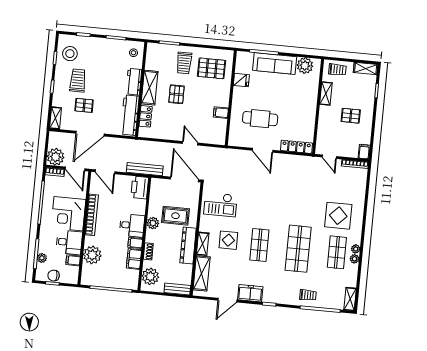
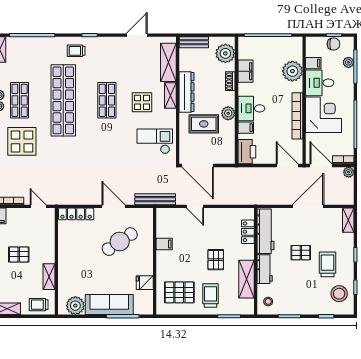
trolley: (78, 81) -> (327, 264), turned 180
shelving: (150, 88) -> (247, 279), moved
pallet: (84, 105) -> (301, 253), moved
cafe table: (260, 119) -> (120, 242), turned -34
plant: (56, 157) -> (349, 172), width x0.53, depth x0.53
bench: (145, 169) -> (155, 199), moved
filing cabinet: (135, 243) -> (246, 128), moved
shop shelf: (298, 249) -> (63, 100), width x1.40
freezer: (250, 293) -> (112, 45), removed
trolley: (308, 295) -> (76, 51), moved

